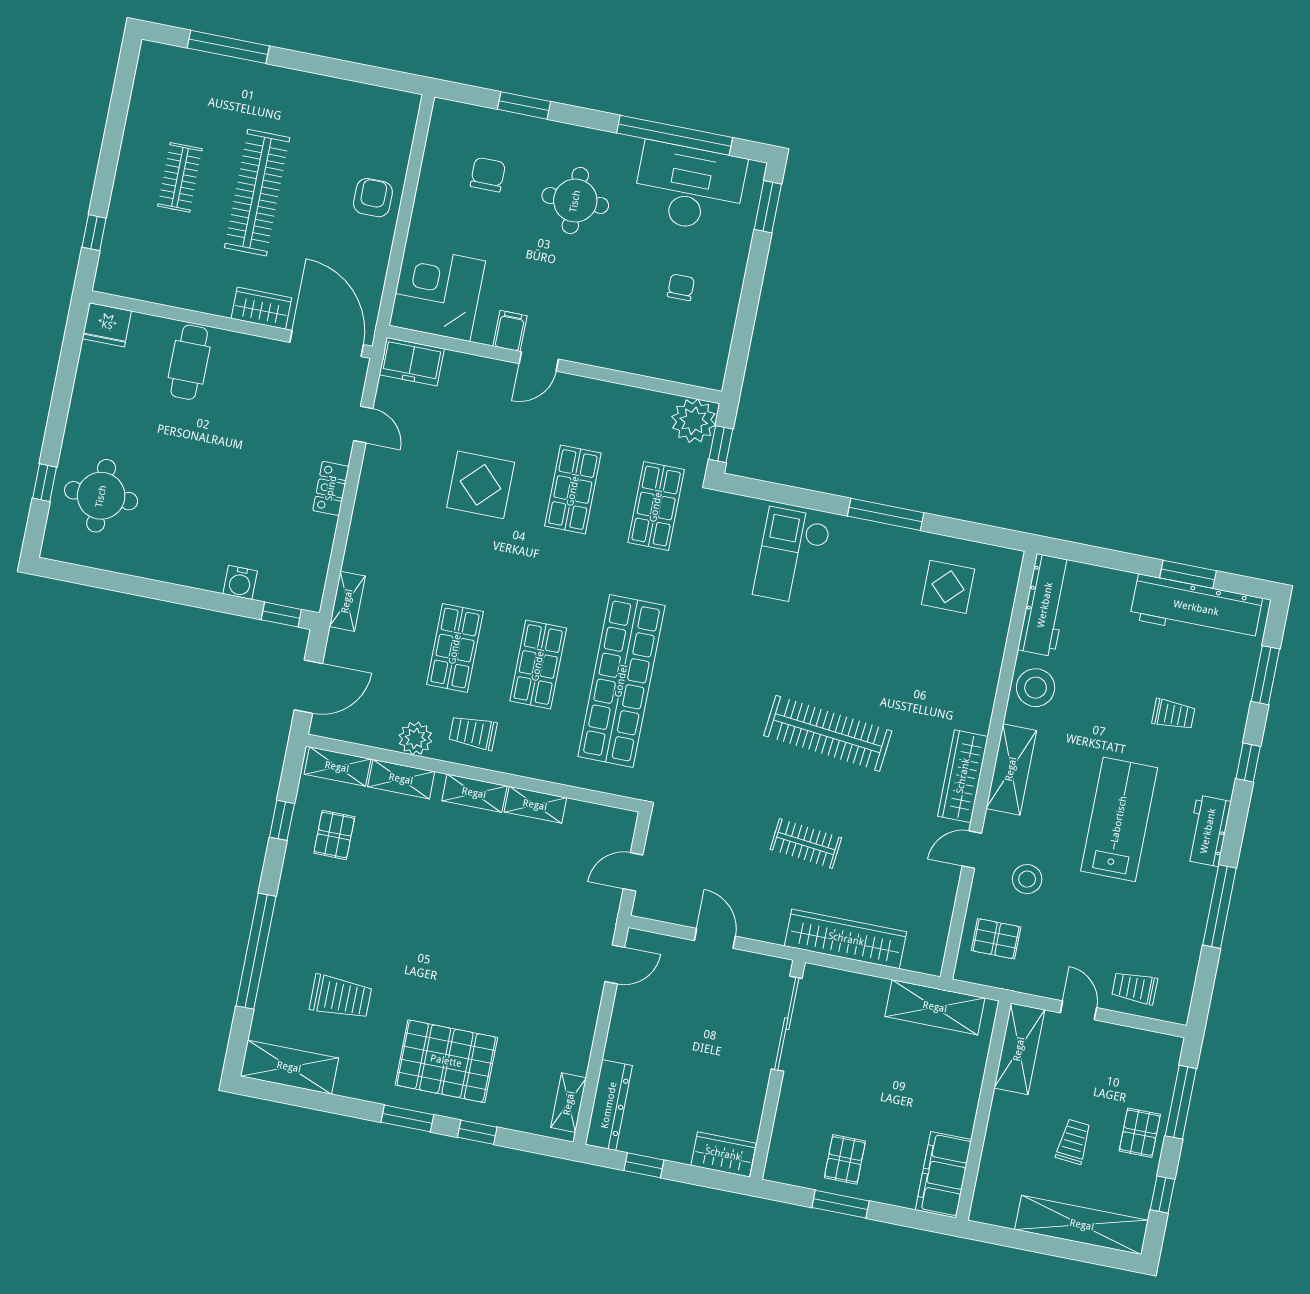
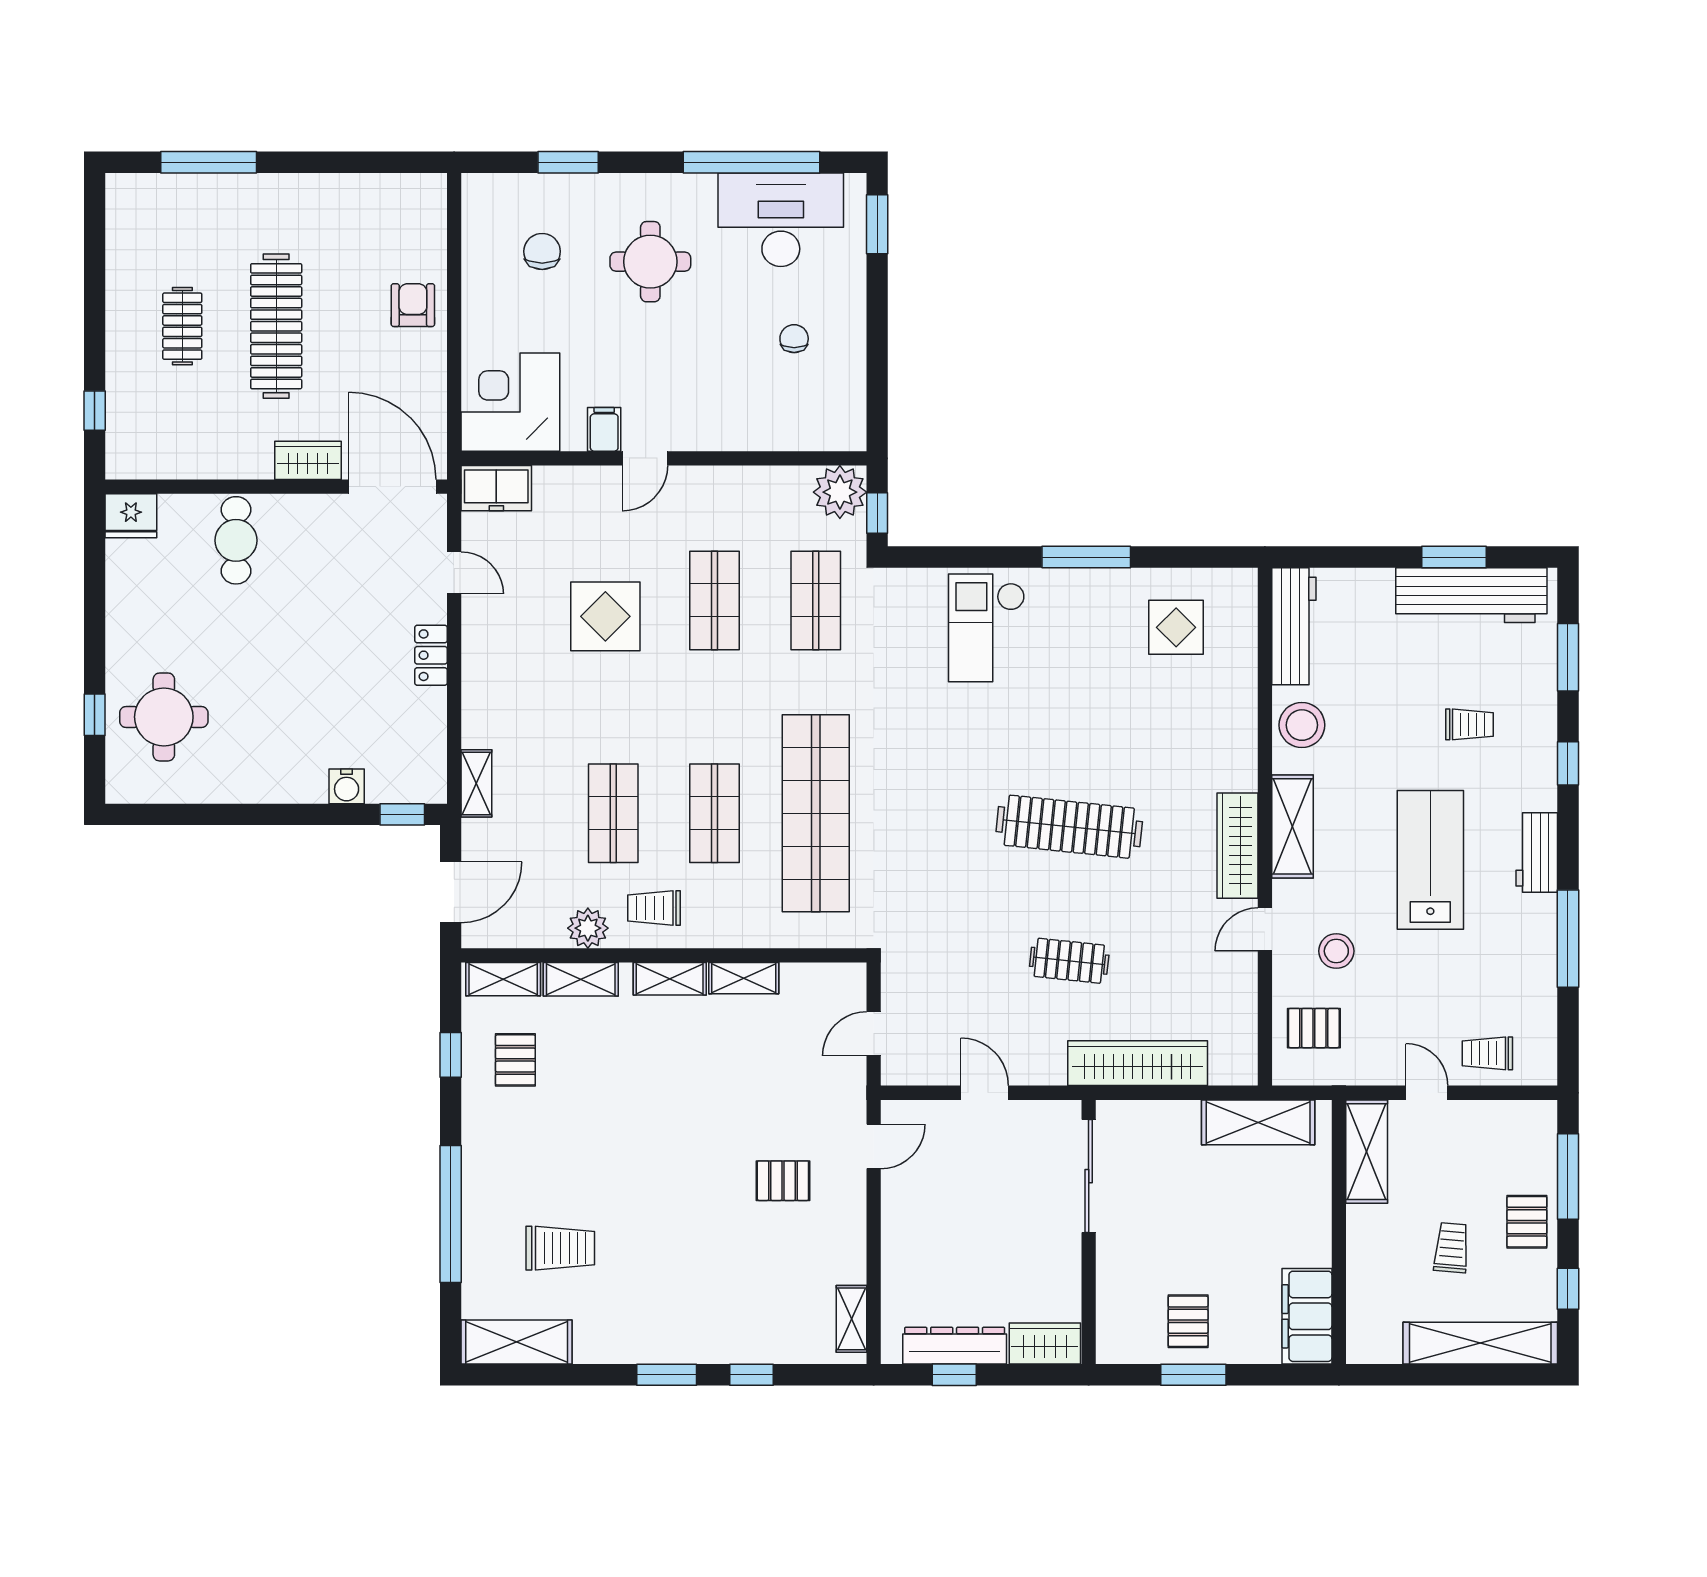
pallet: (446, 1061) -> (783, 1181), moved, width x0.49, depth x0.50
dresser: (609, 1105) -> (955, 1346), moved, turned -90

